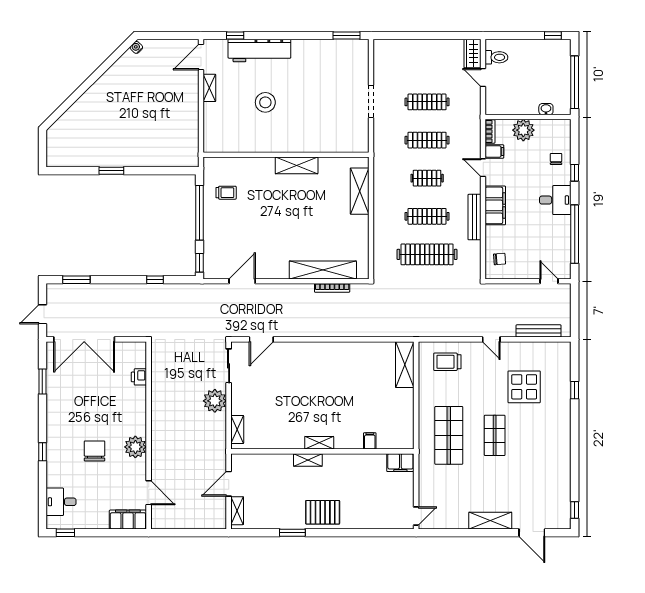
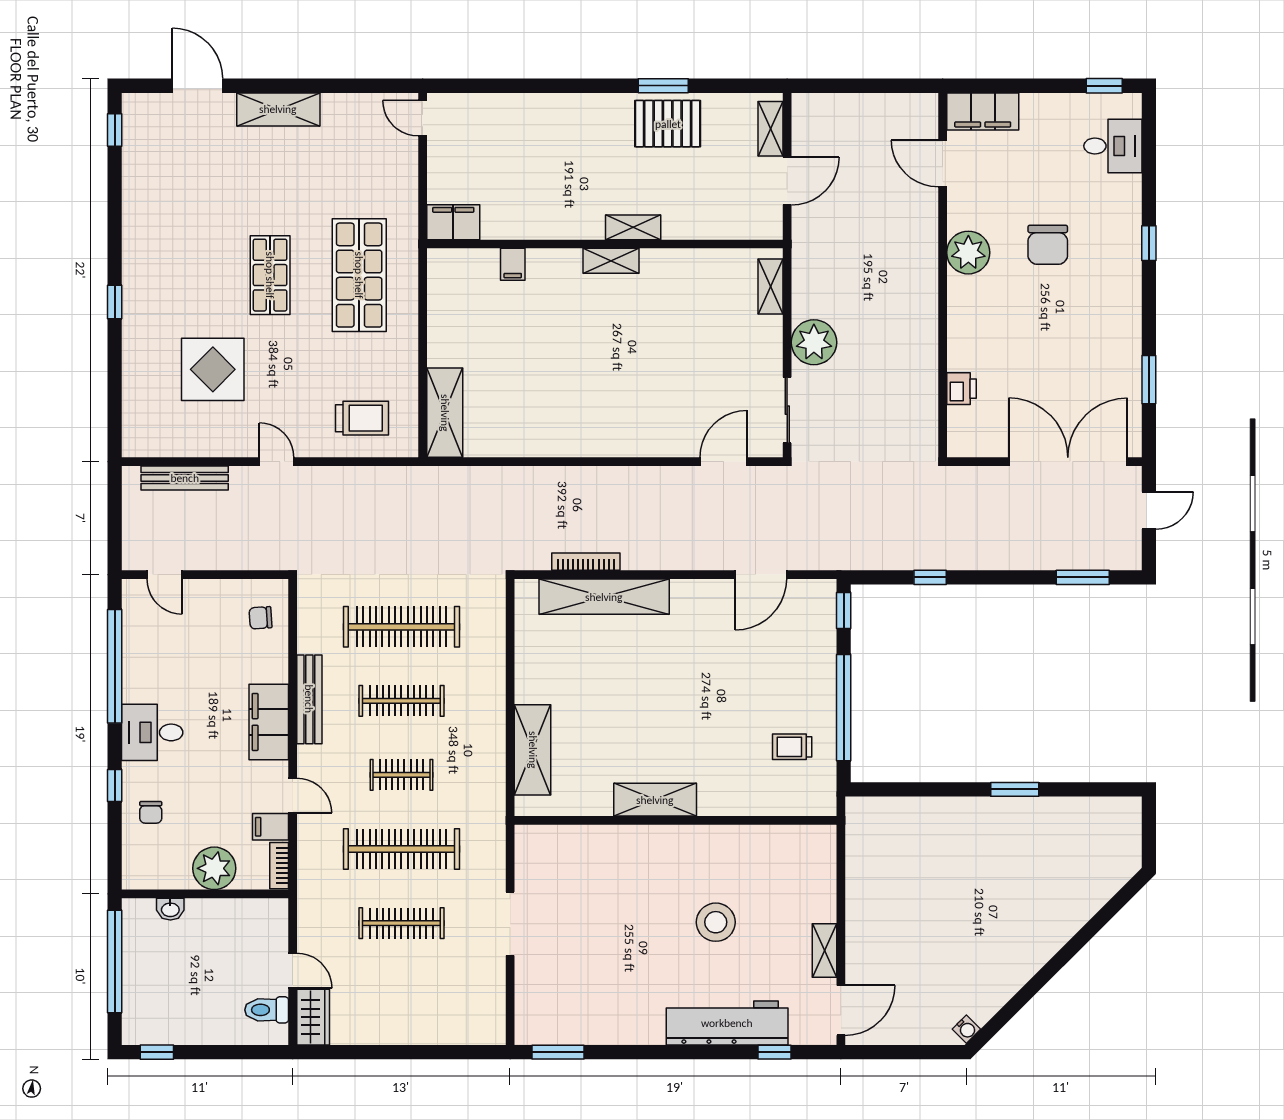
clothes rail: (427, 140) -> (401, 849), width x1.37, depth x1.31
window: (575, 390) -> (115, 302), moved
pallet: (323, 512) -> (668, 124), moved
door: (416, 516) -> (423, 118), hinge flipped

